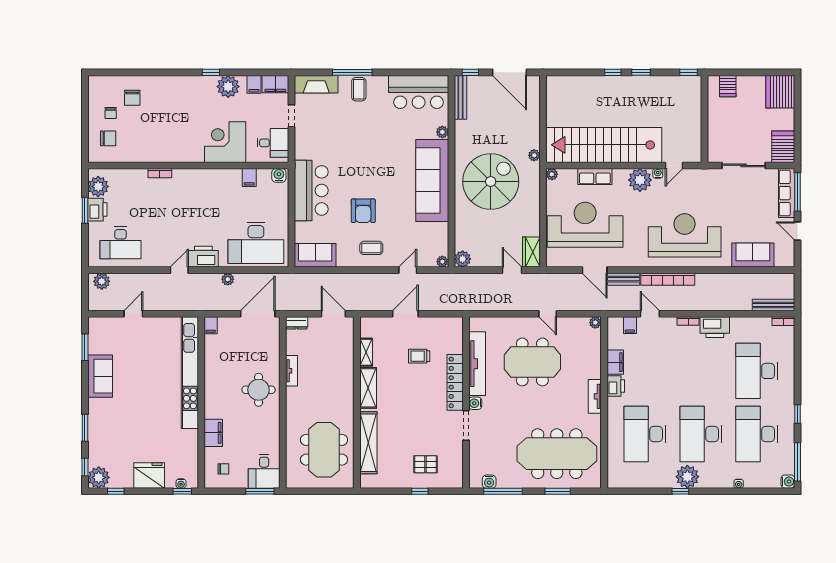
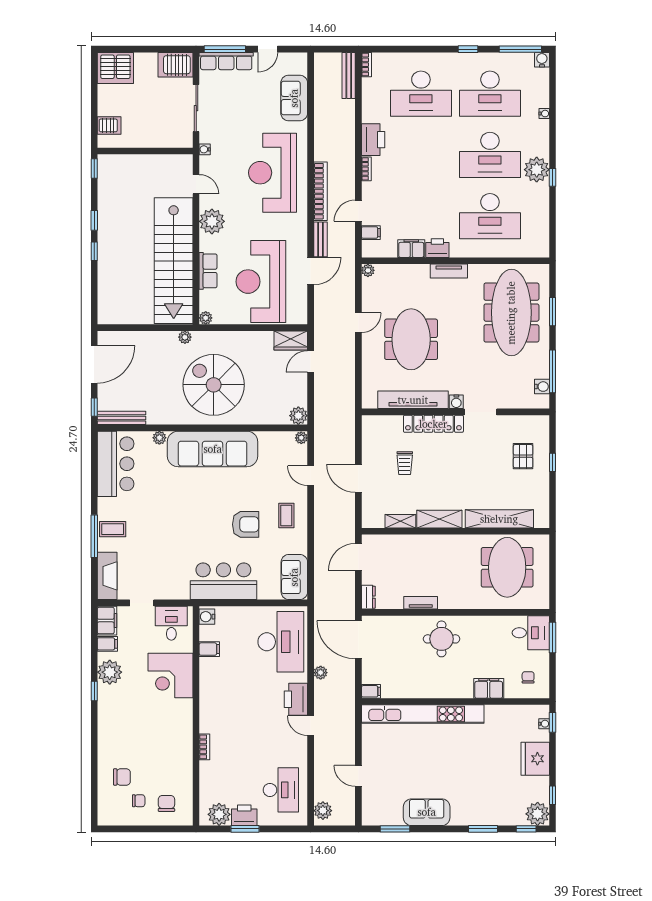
water cooler: (658, 173) -> (205, 149), moved
meeting table: (324, 450) -> (507, 567), turned 90

